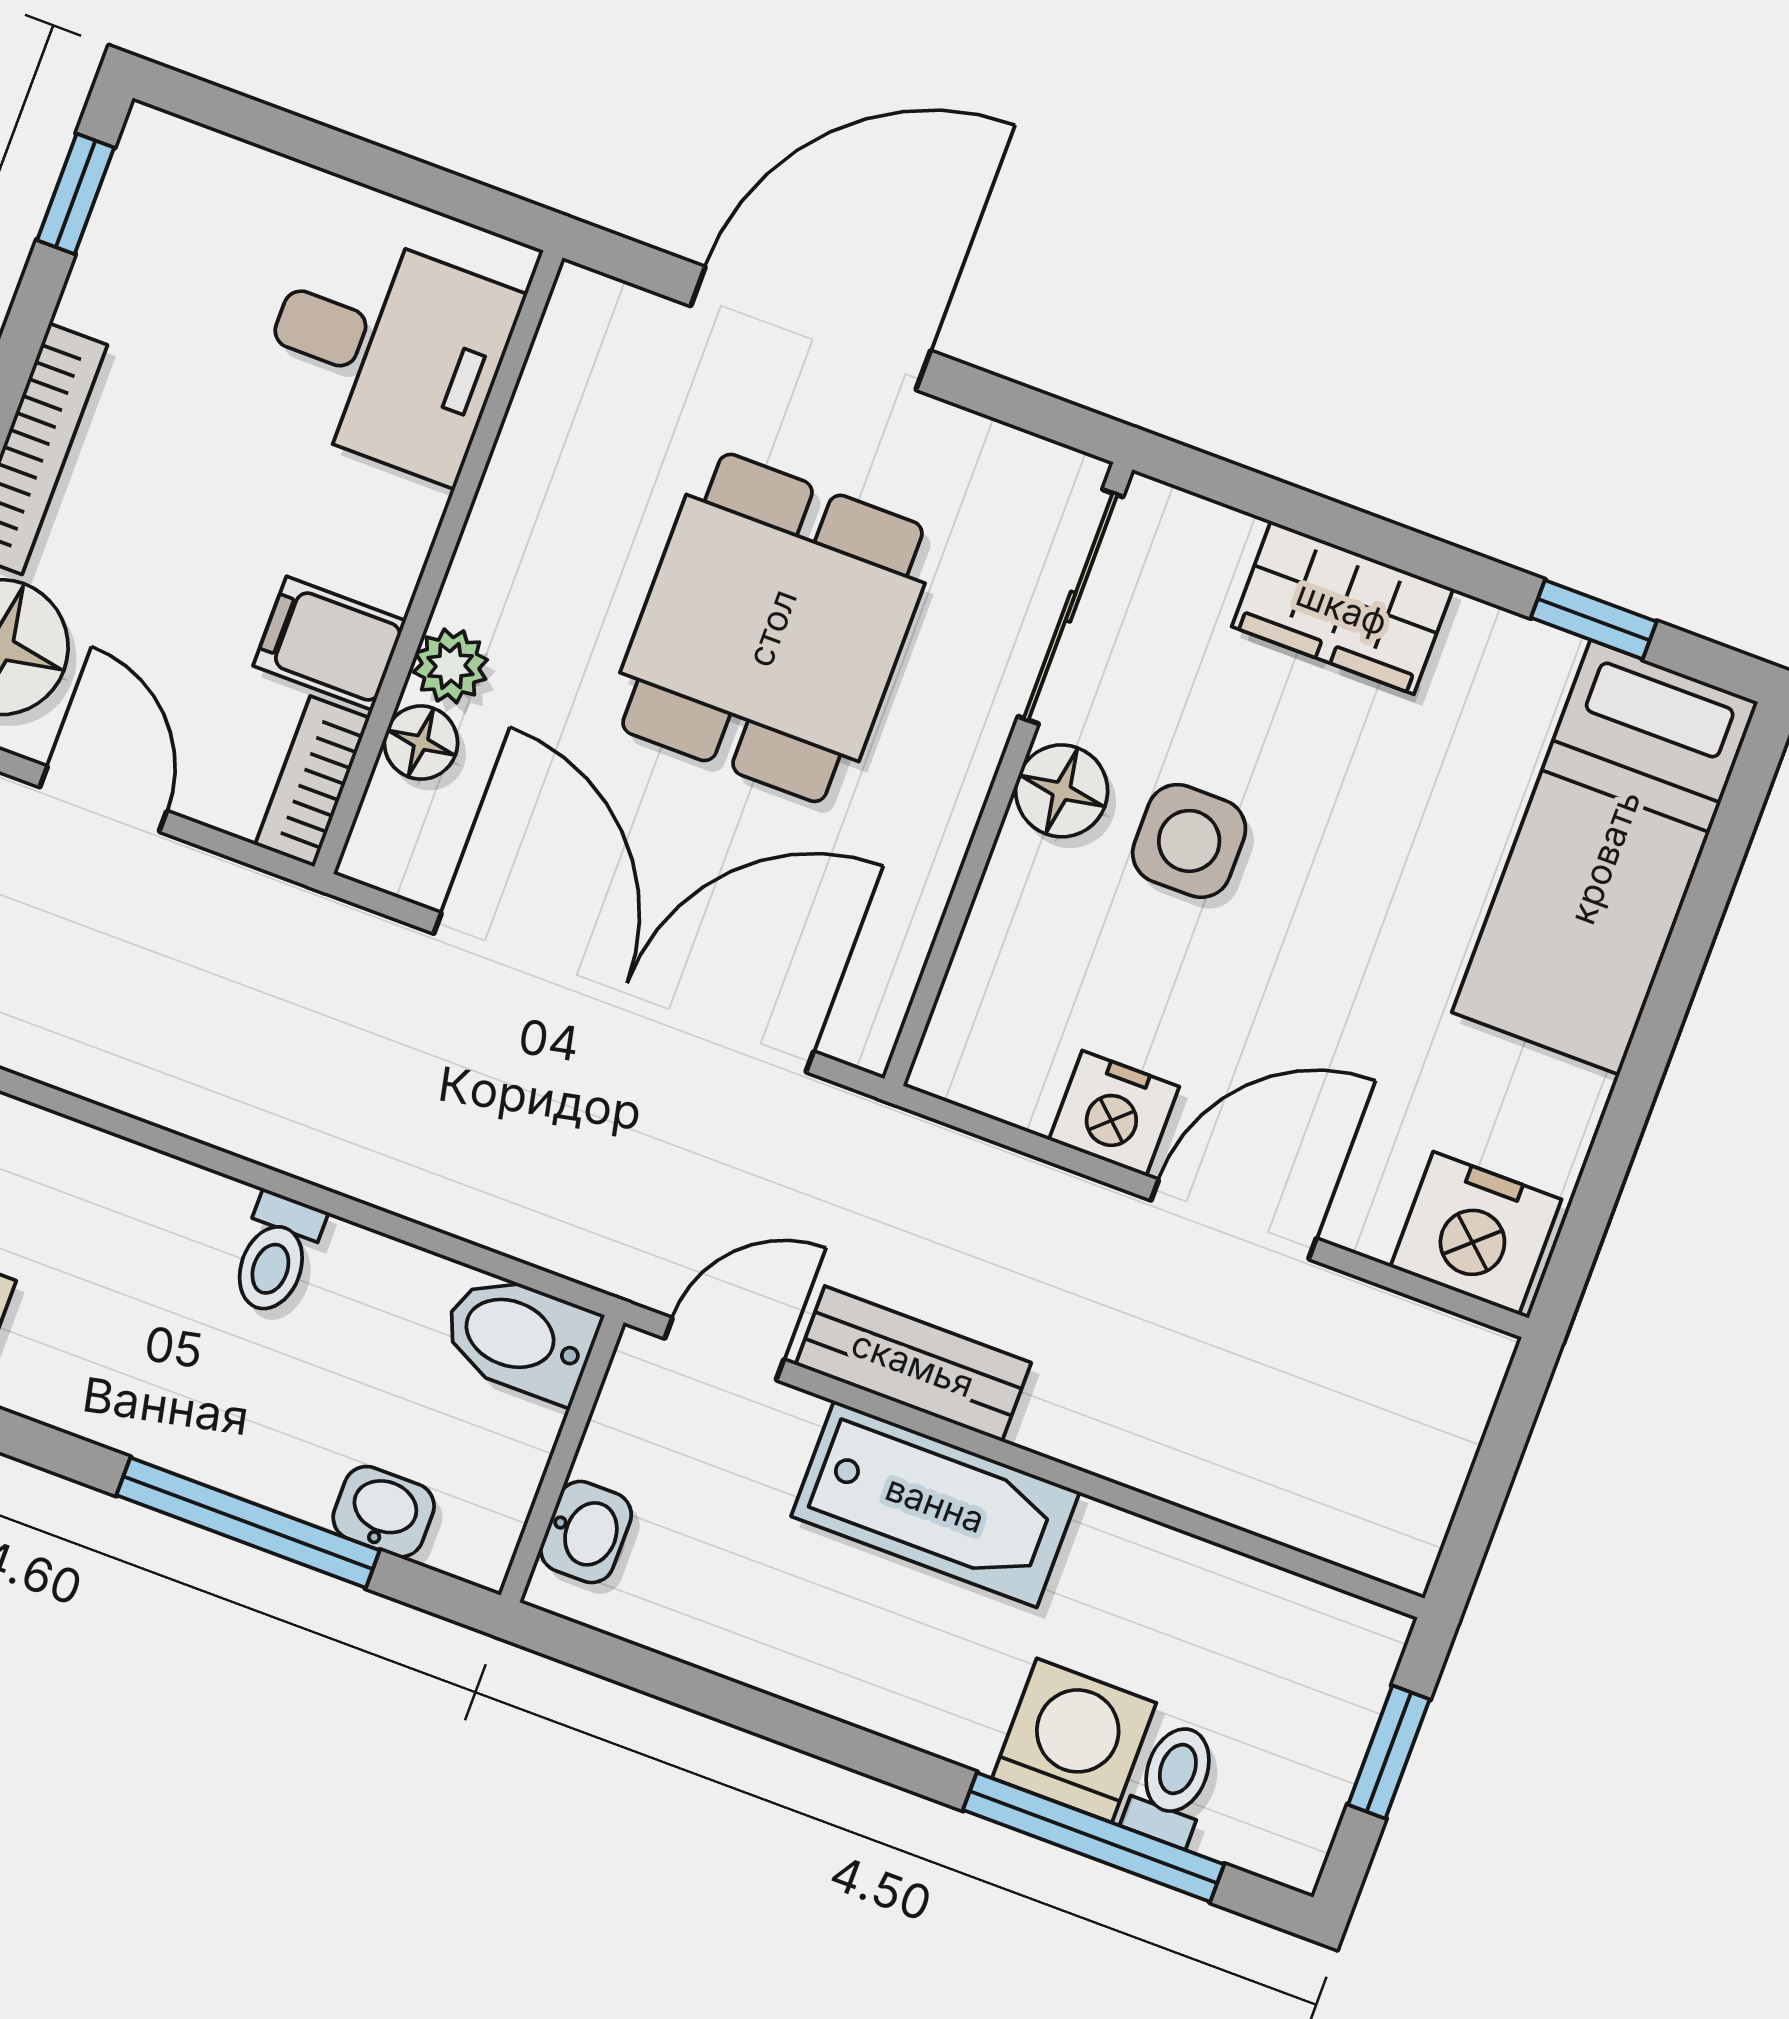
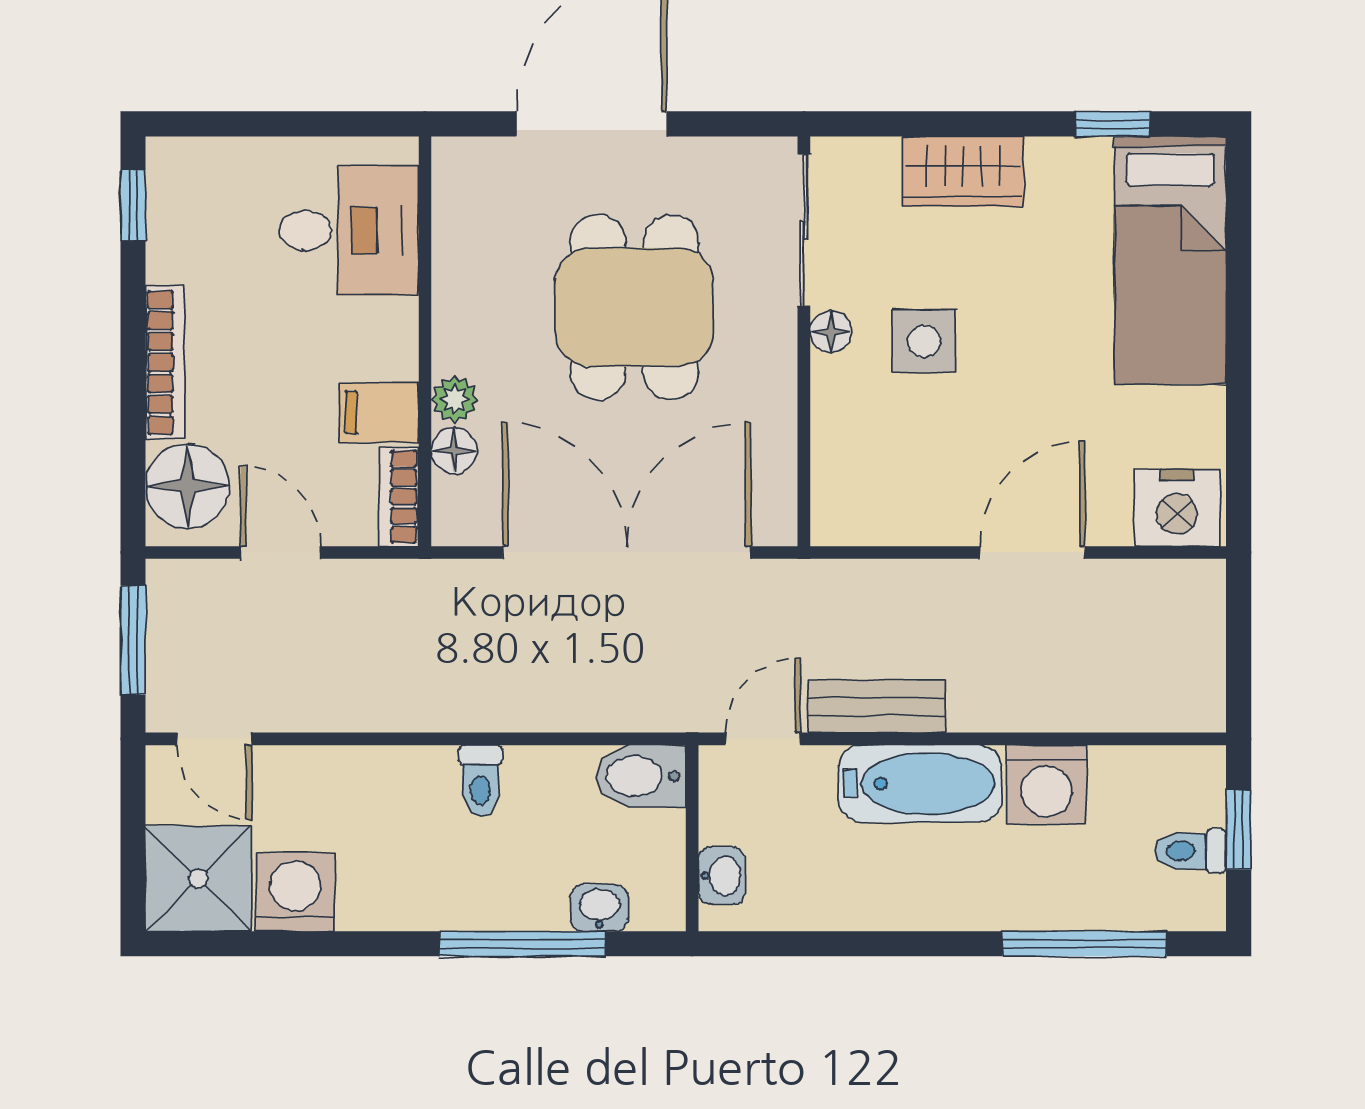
floor lamp: (1062, 791) -> (831, 332), width x0.73, depth x0.73
nightstand: (1114, 1113) -> (939, 516), removed
washing machine: (1074, 1740) -> (1046, 785), moved, turned 180
toilet: (1172, 1784) -> (1190, 851), moved, turned -90

